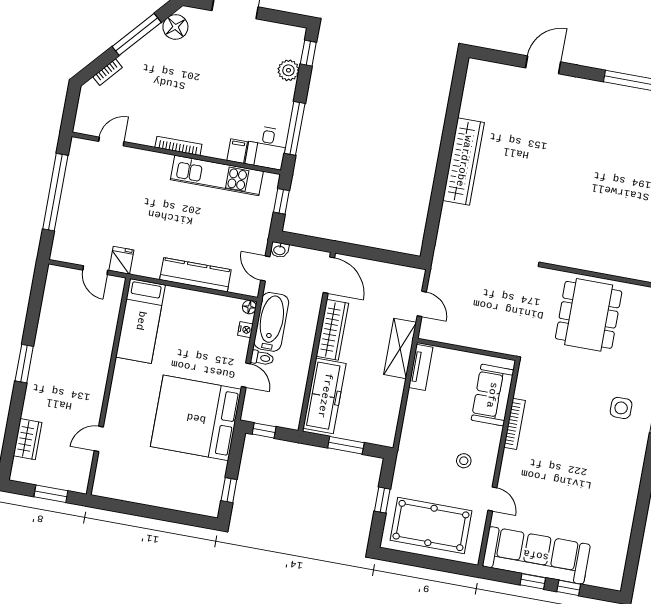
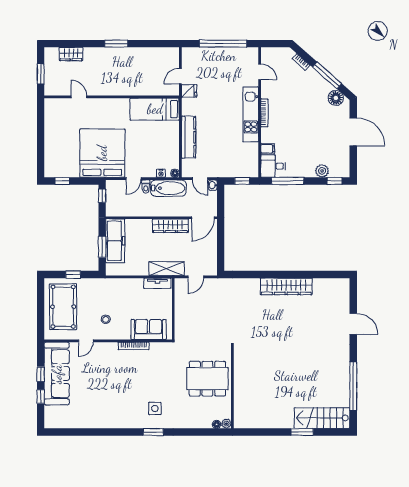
kitchen unit: (217, 176) -> (251, 114), moved
door: (265, 268) -> (200, 179), swing flipped
freezer: (325, 396) -> (115, 241), moved, turned -90

